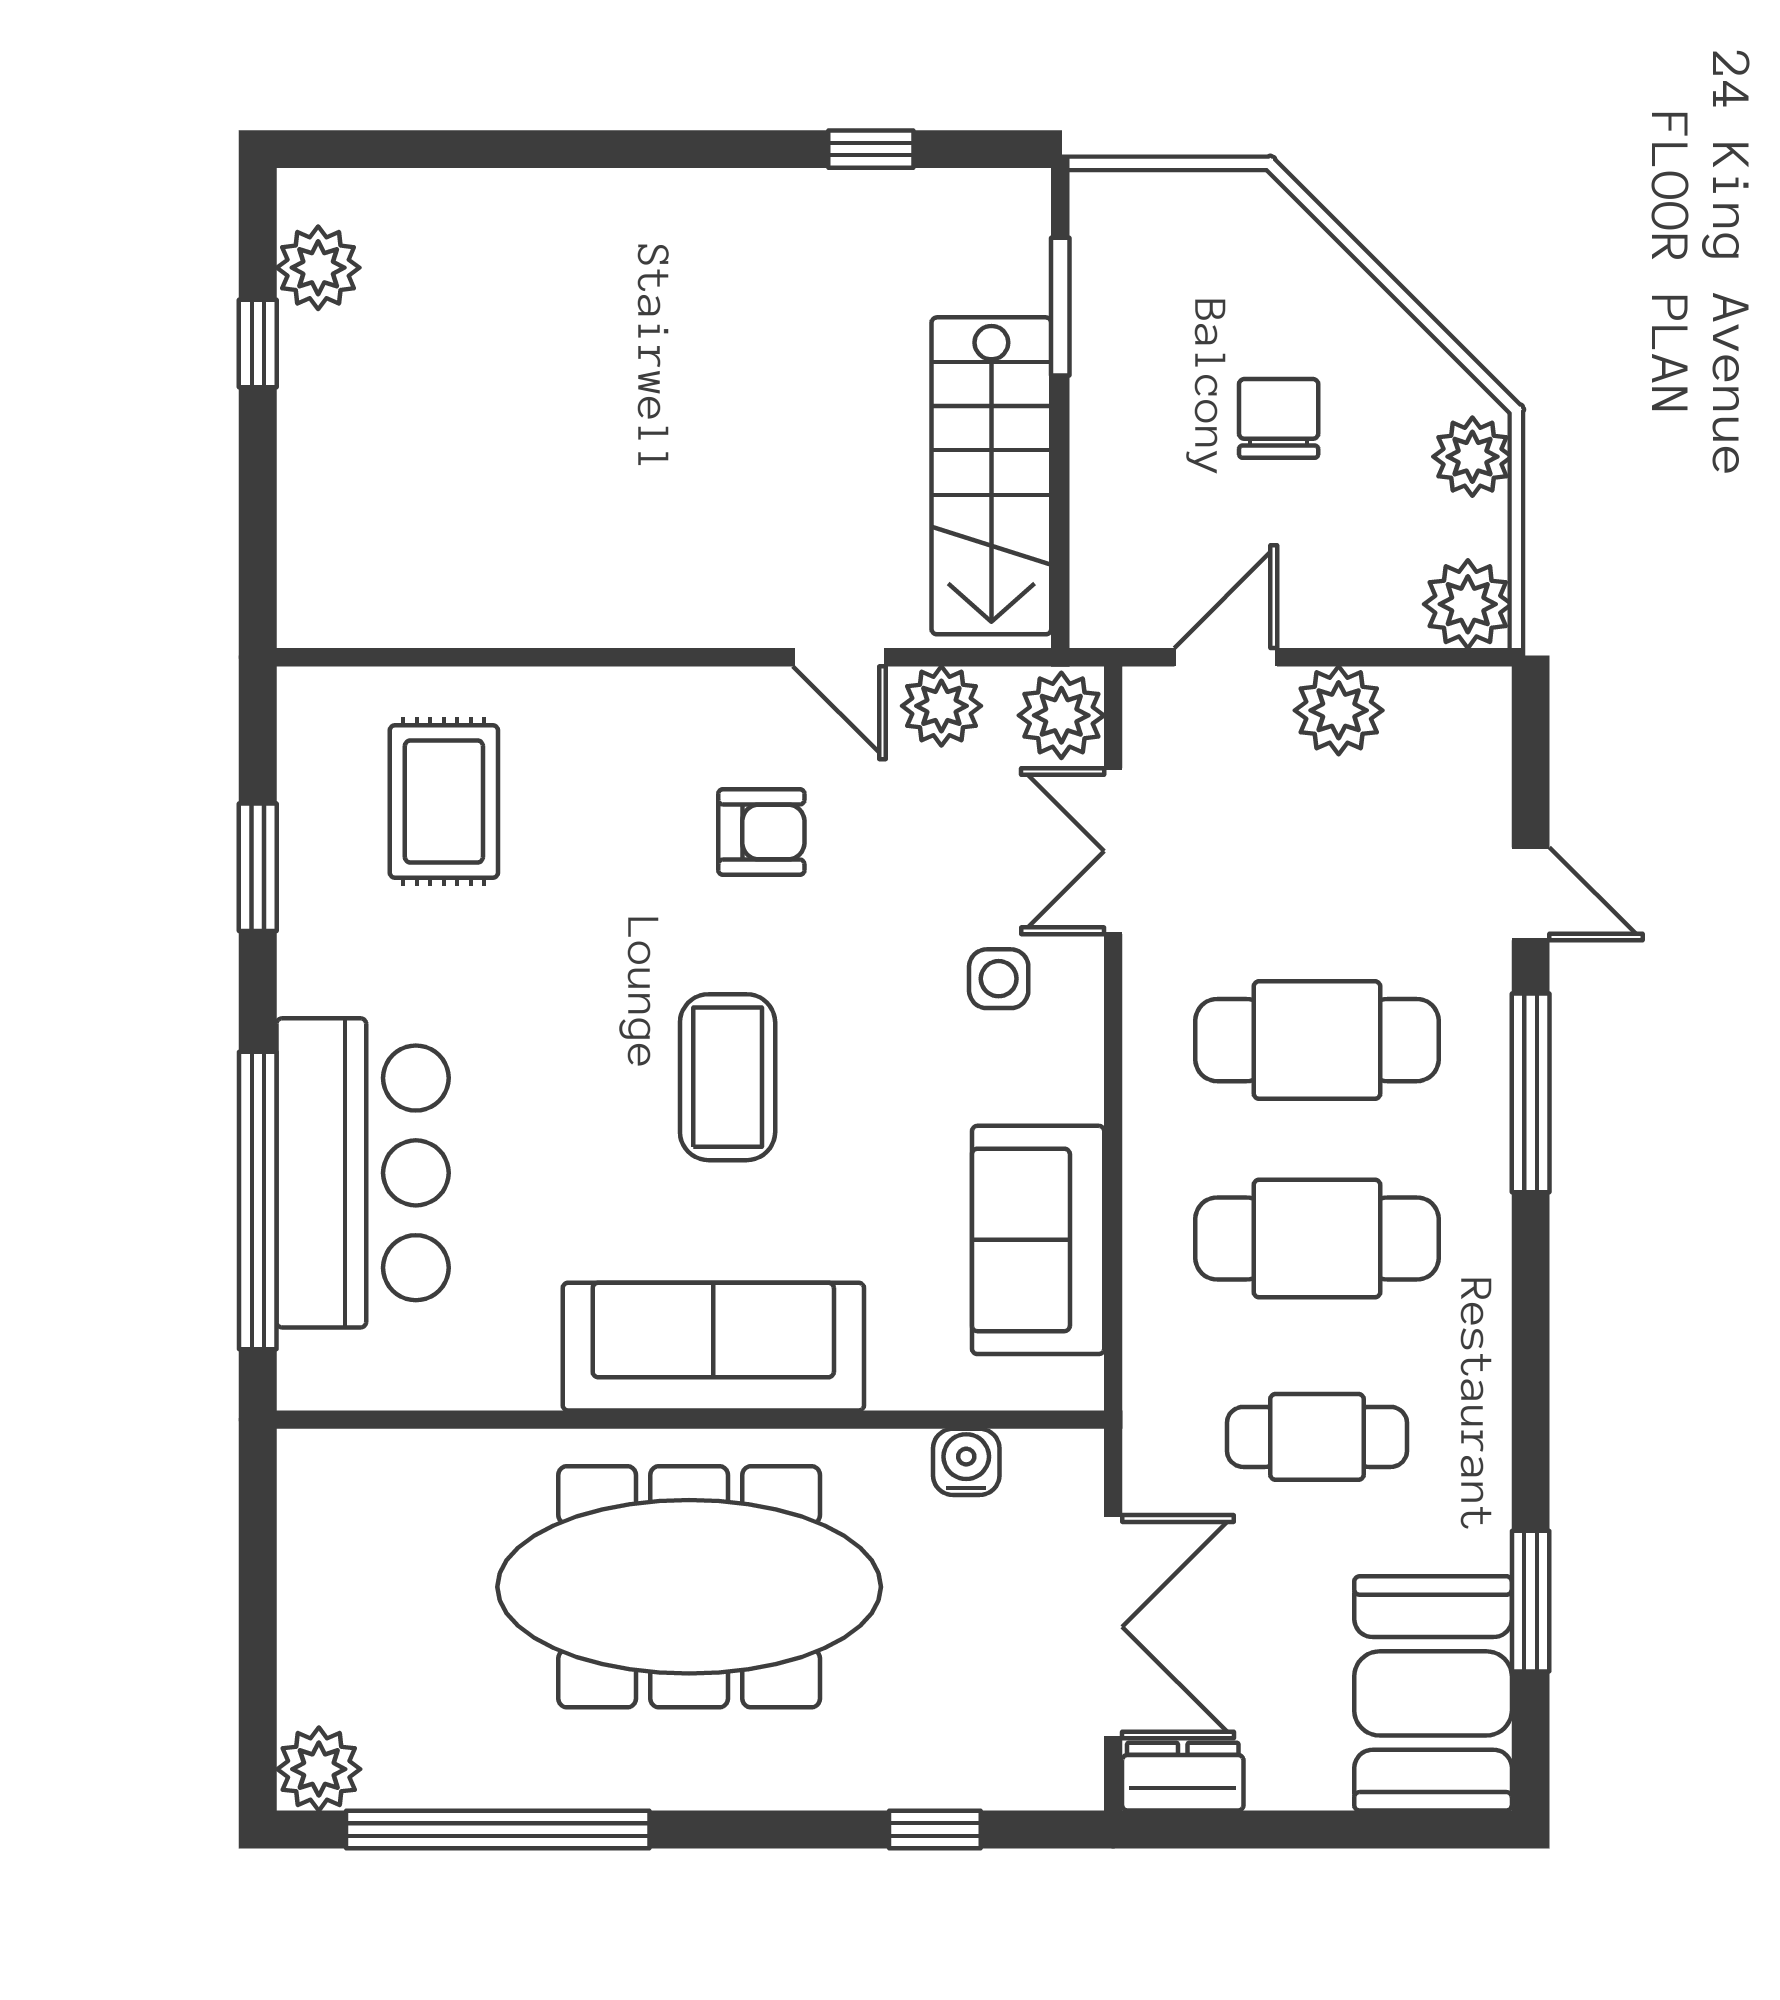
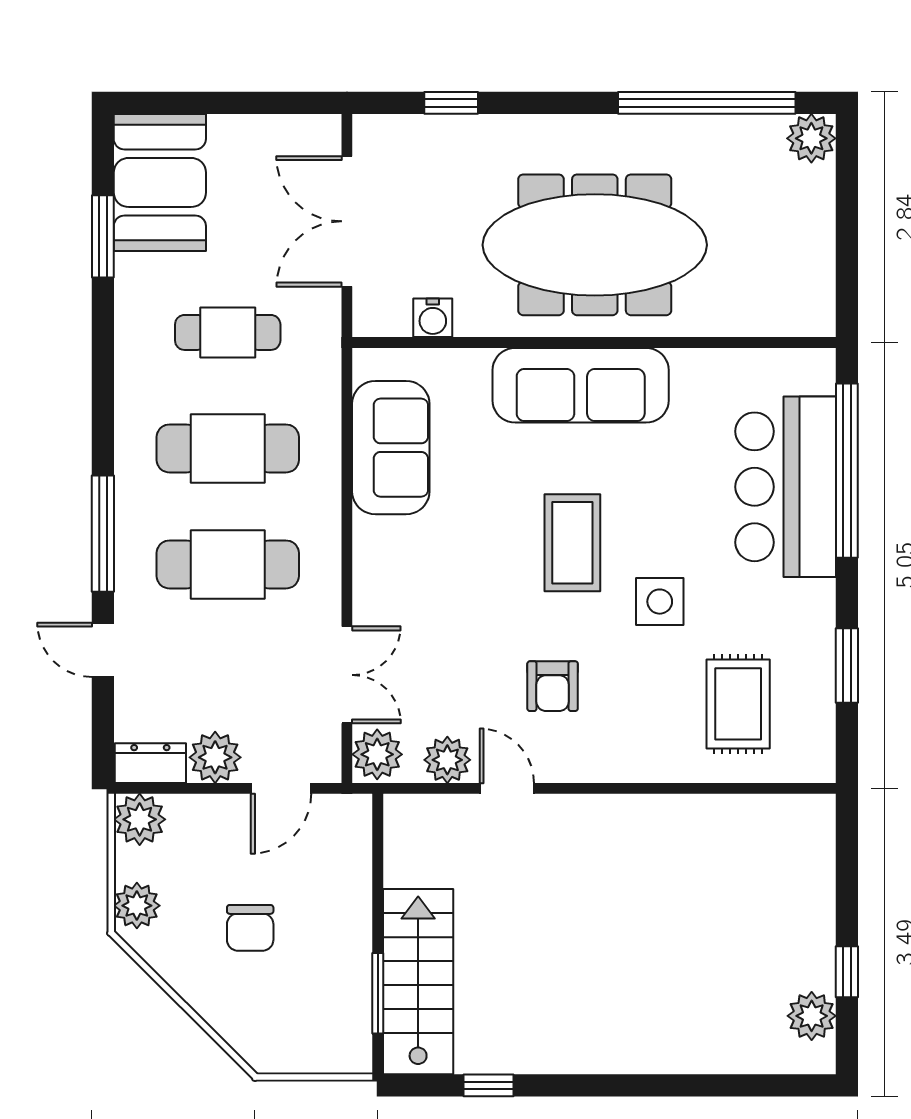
stairs: (991, 476) -> (418, 982), moved
armchair: (761, 832) -> (553, 686), turned -90
side table: (999, 979) -> (660, 602), moved, width x1.37, depth x1.37
dresser: (1183, 1777) -> (150, 763), moved, turned 180

